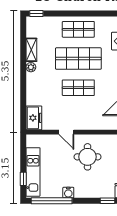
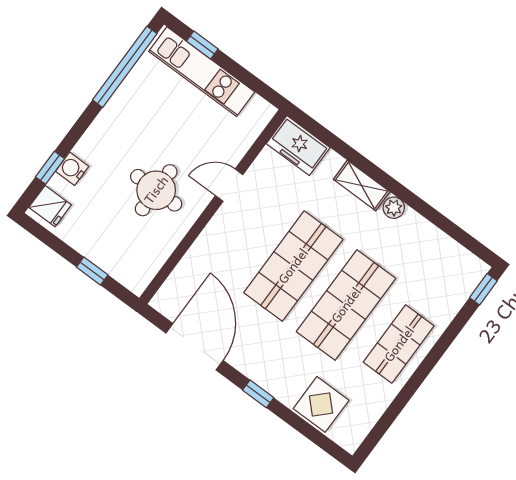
shelving: (31, 50) -> (362, 185), moved
shop shelf: (78, 88) -> (293, 266), width x1.43, depth x1.36
water cooler: (68, 193) -> (72, 169), moved

